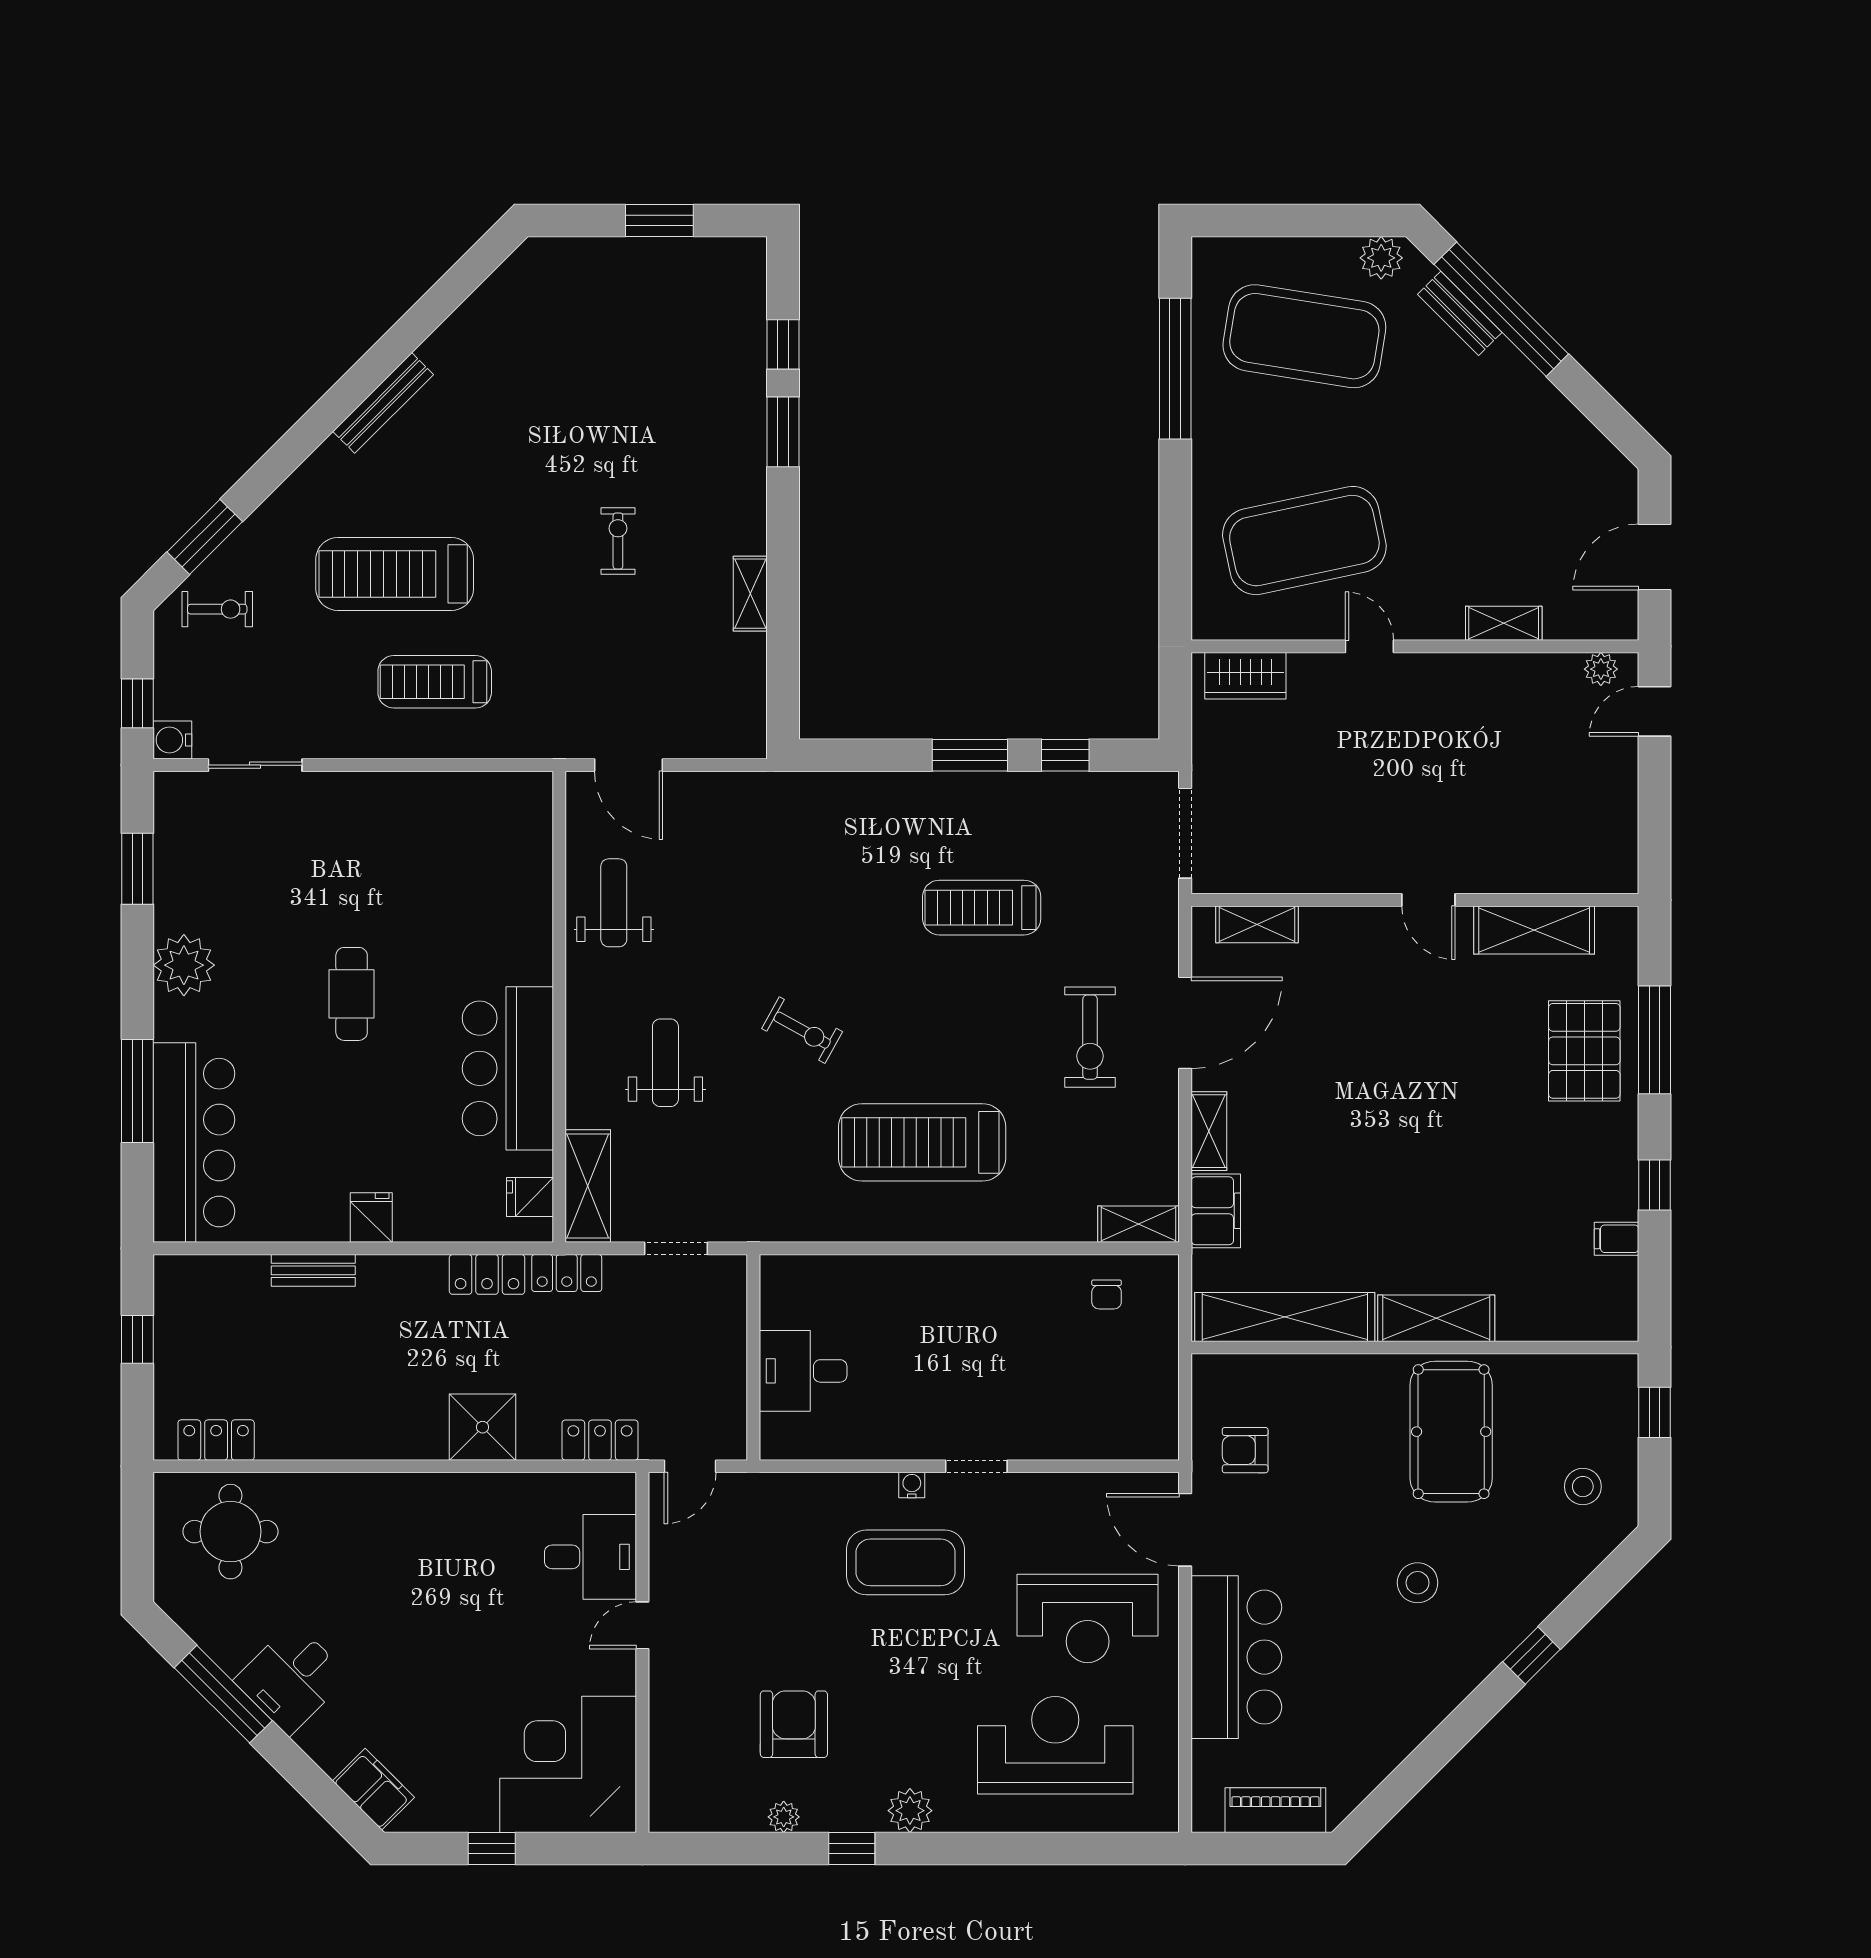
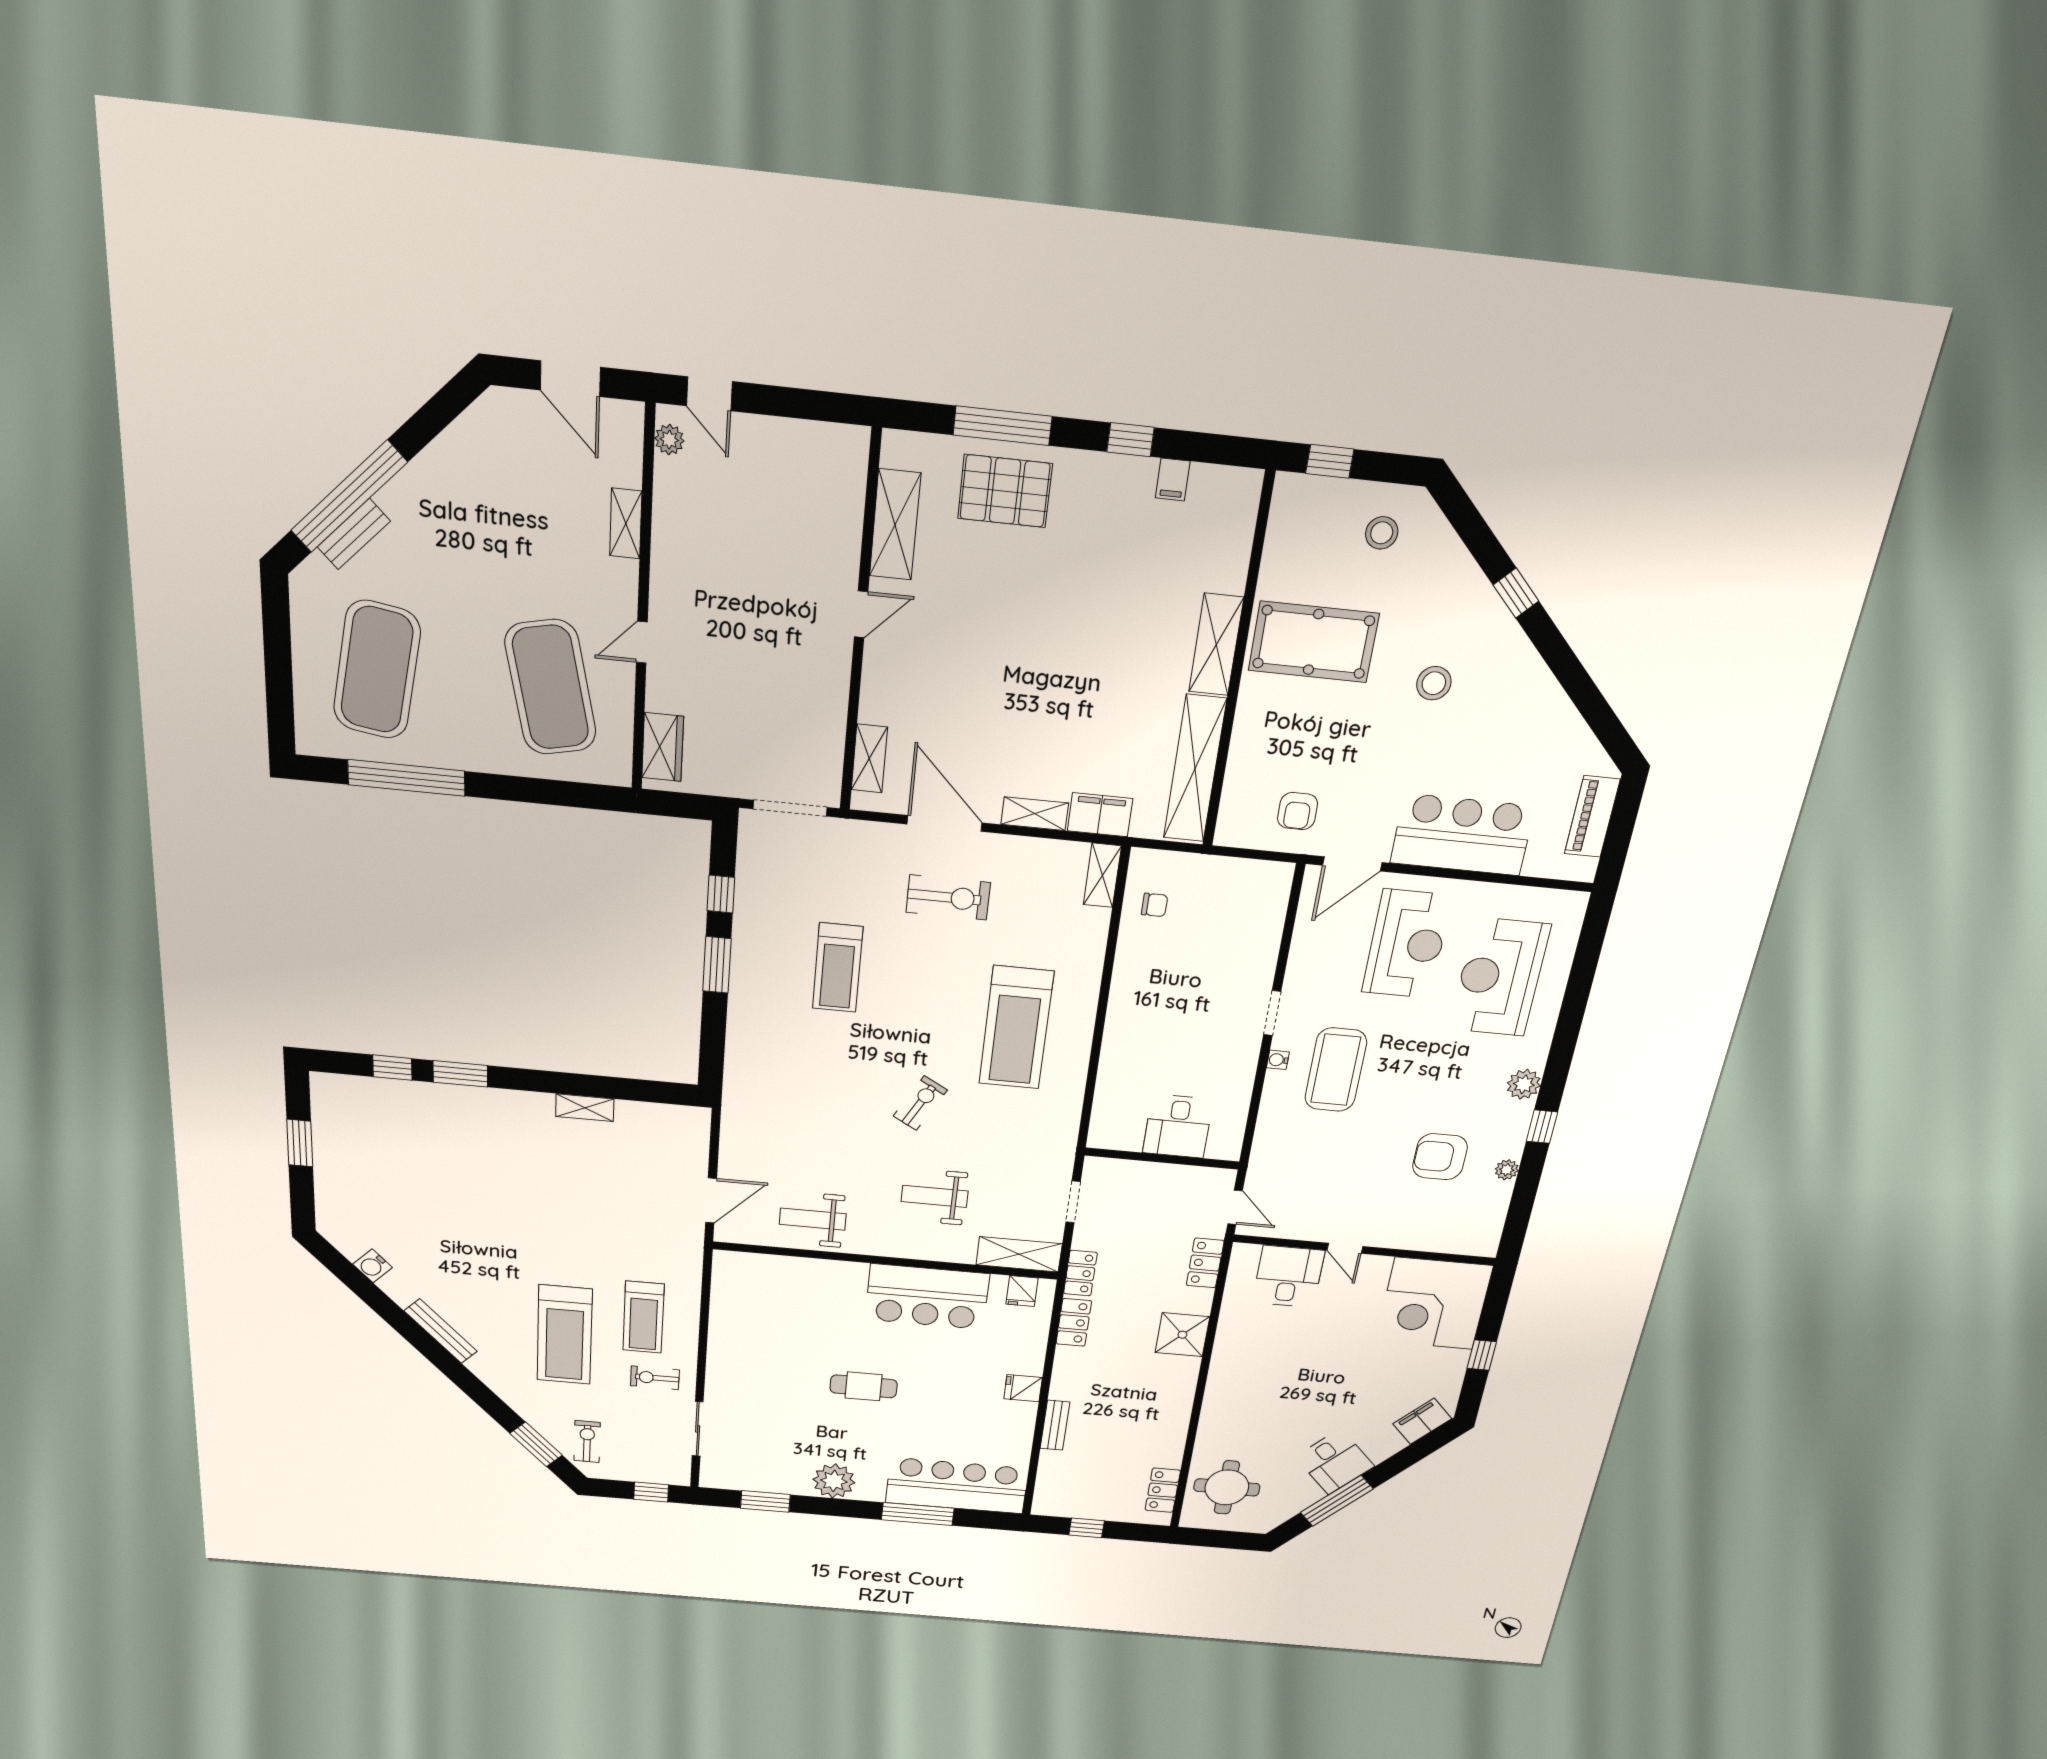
plant: (1381, 258) -> (307, 598), removed
exercise bike: (618, 541) -> (655, 1378), moved
water cooler: (172, 740) -> (373, 1266), moved, turned 45

